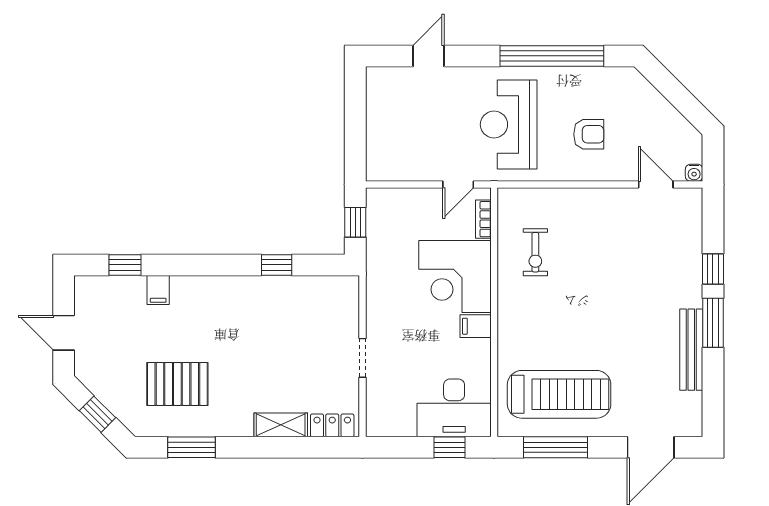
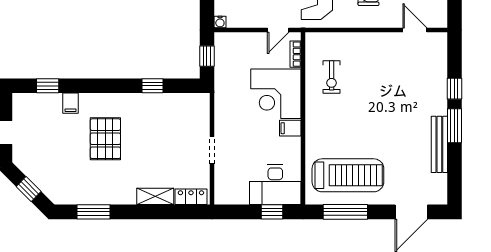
water cooler: (694, 173) -> (220, 22), moved
pallet: (177, 384) -> (105, 139), moved, turned 90

